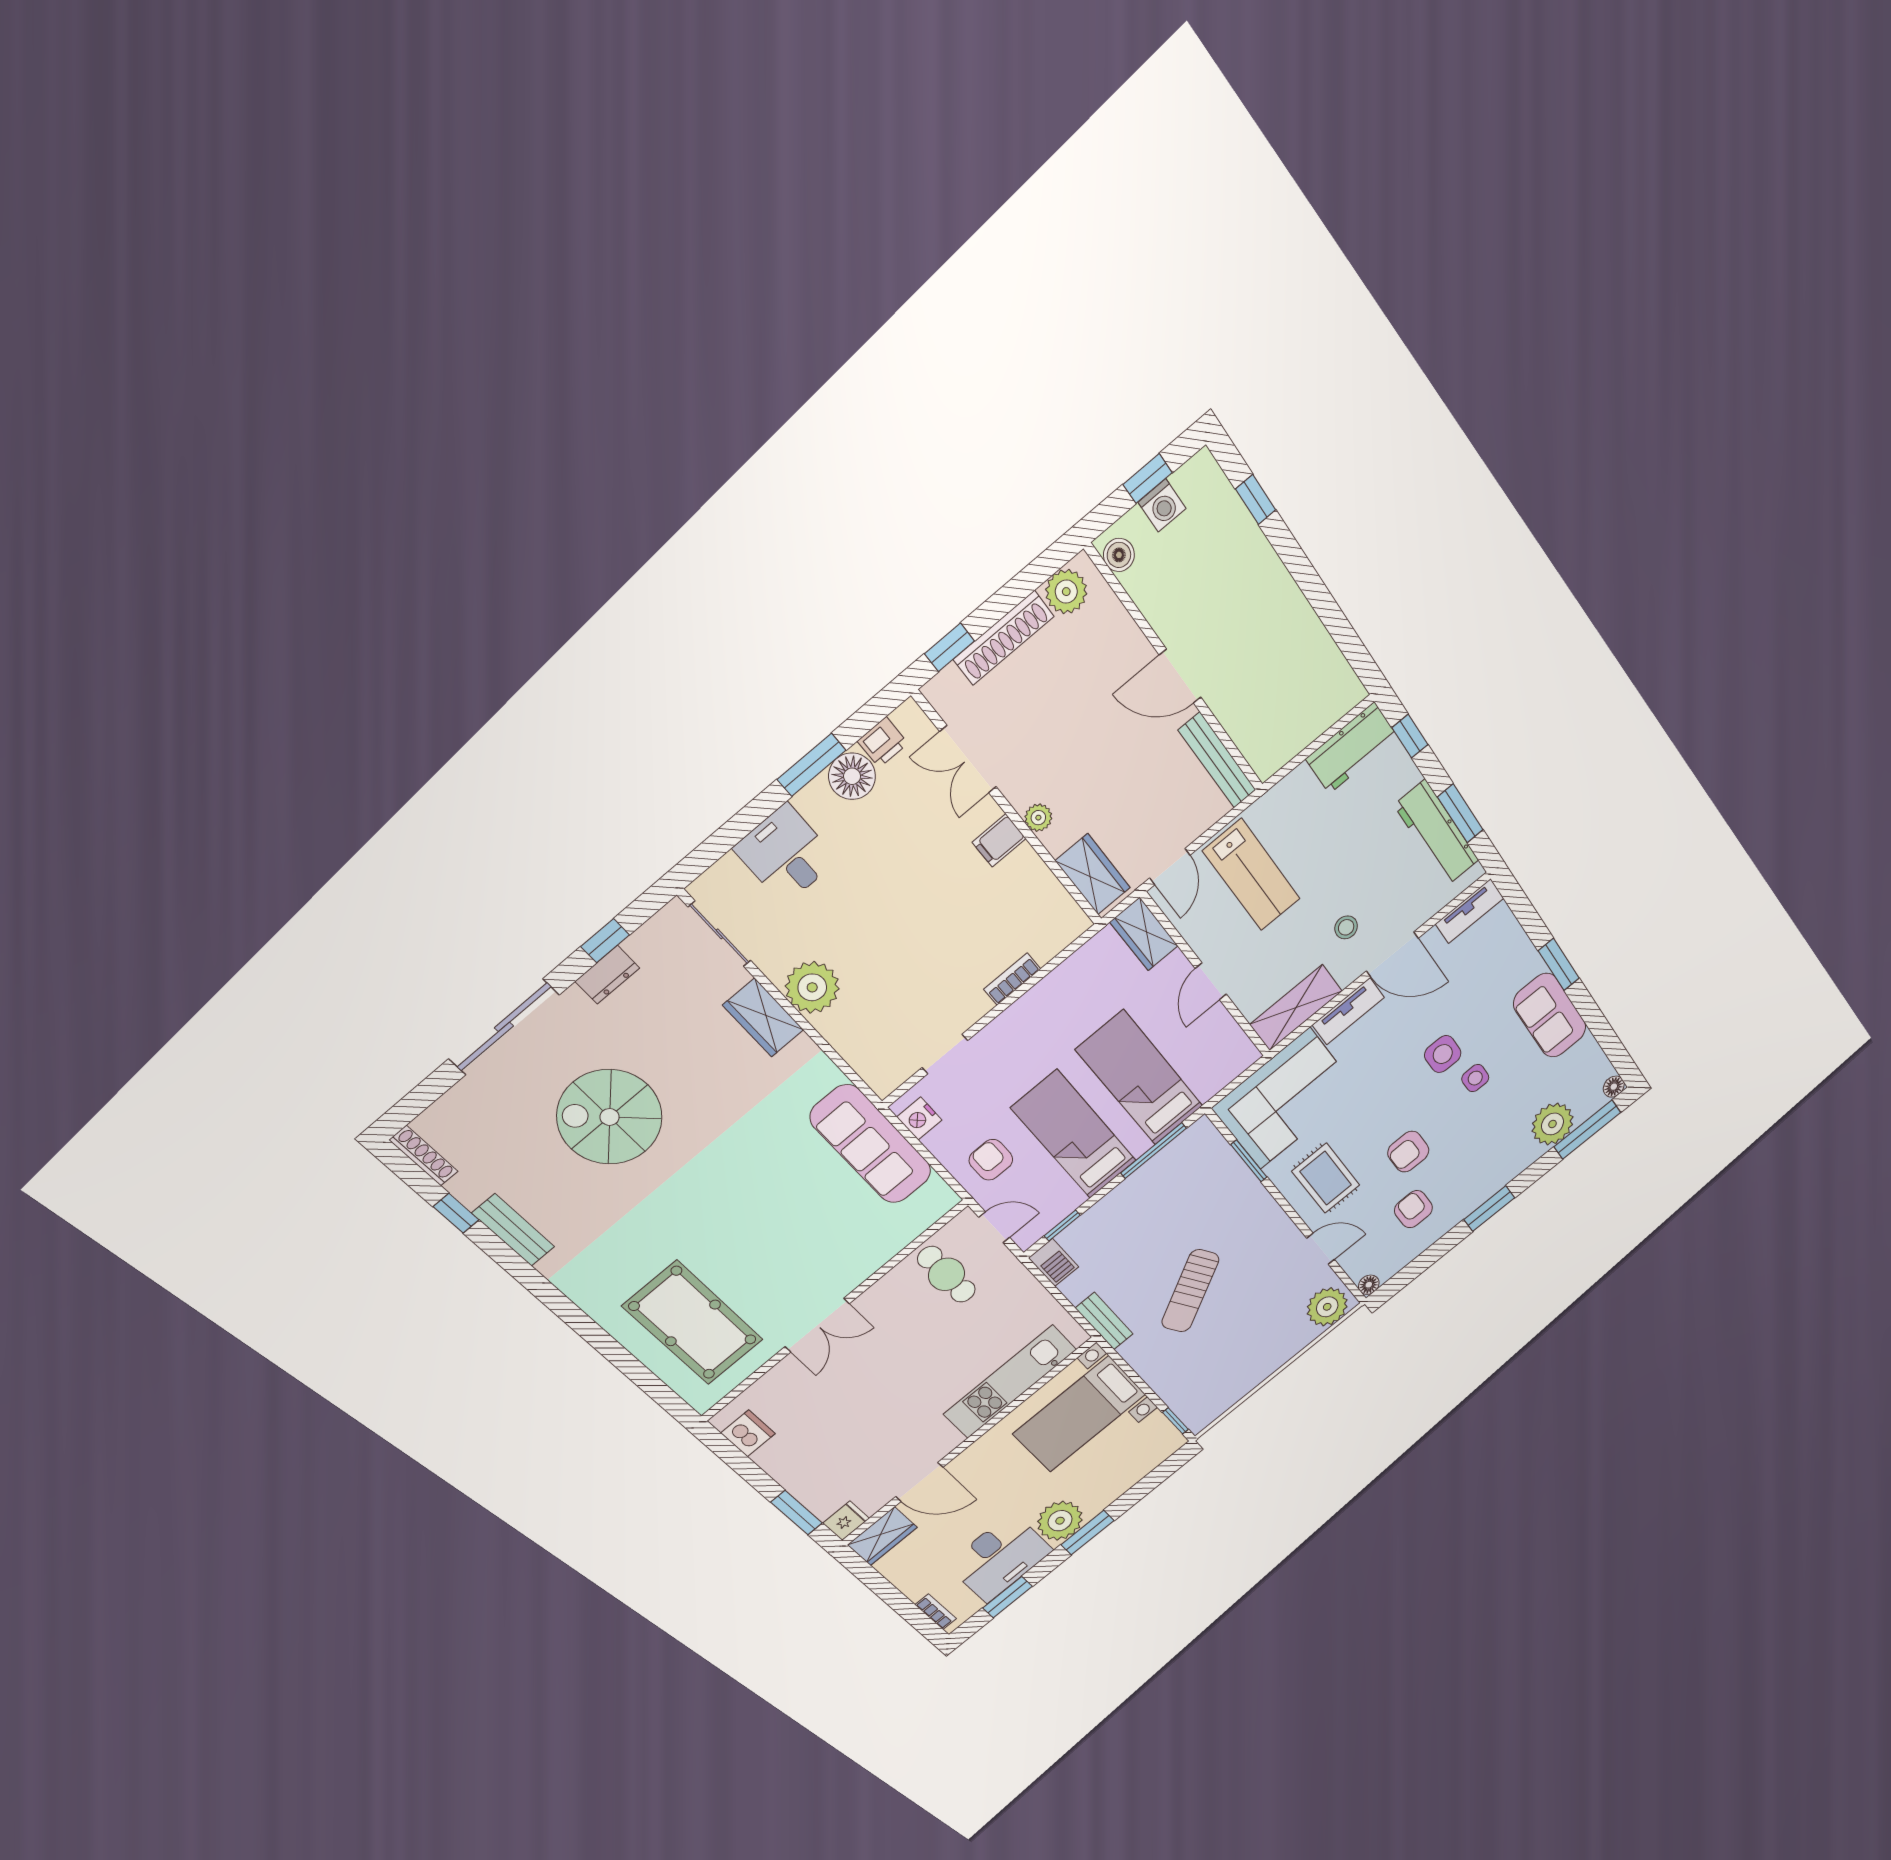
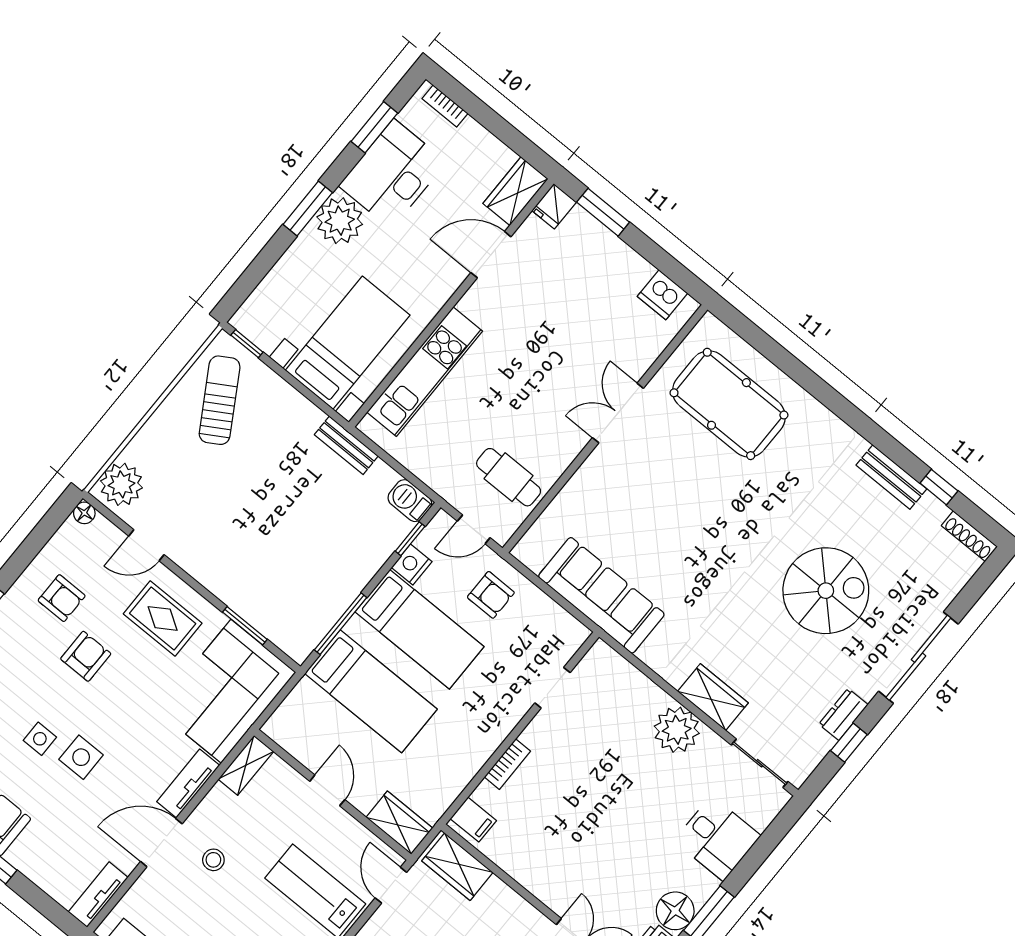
plant: (1038, 818) -> (515, 906), removed
filing cabinet: (999, 840) -> (473, 820), moved, turned 90
shelving: (1296, 1008) -> (246, 765), width x0.67, depth x0.75
nightstand: (919, 1119) -> (412, 565), moved, turned -90
sun lounger: (1190, 1291) -> (220, 400), moved

